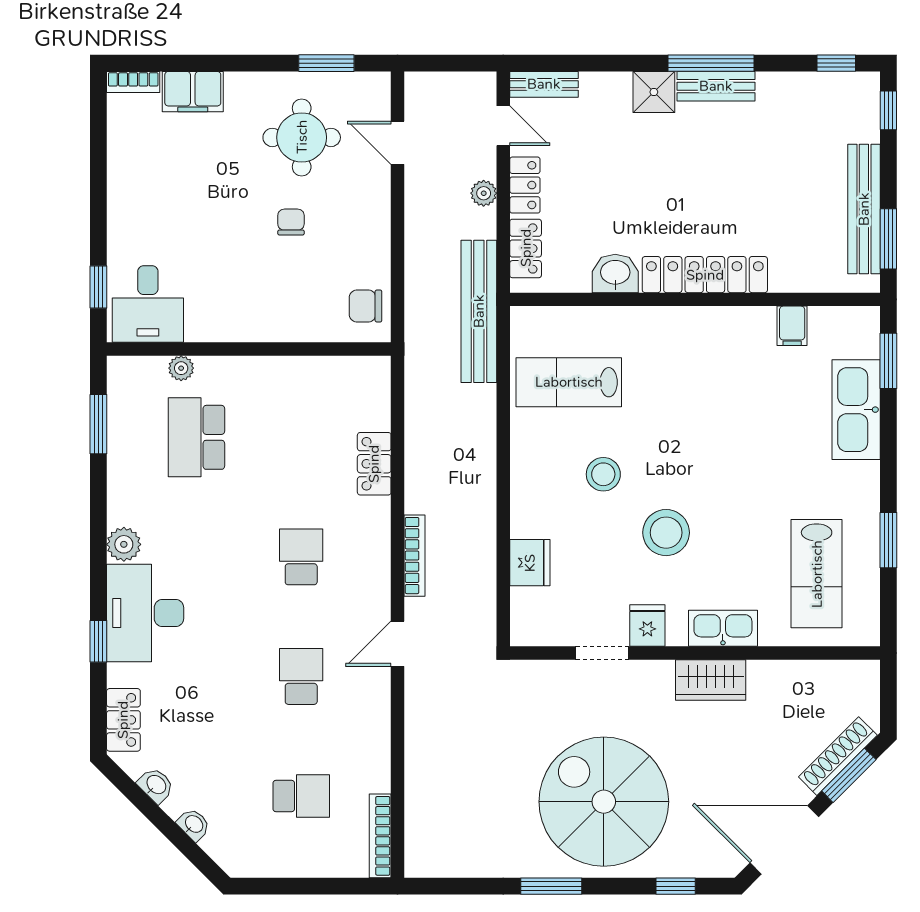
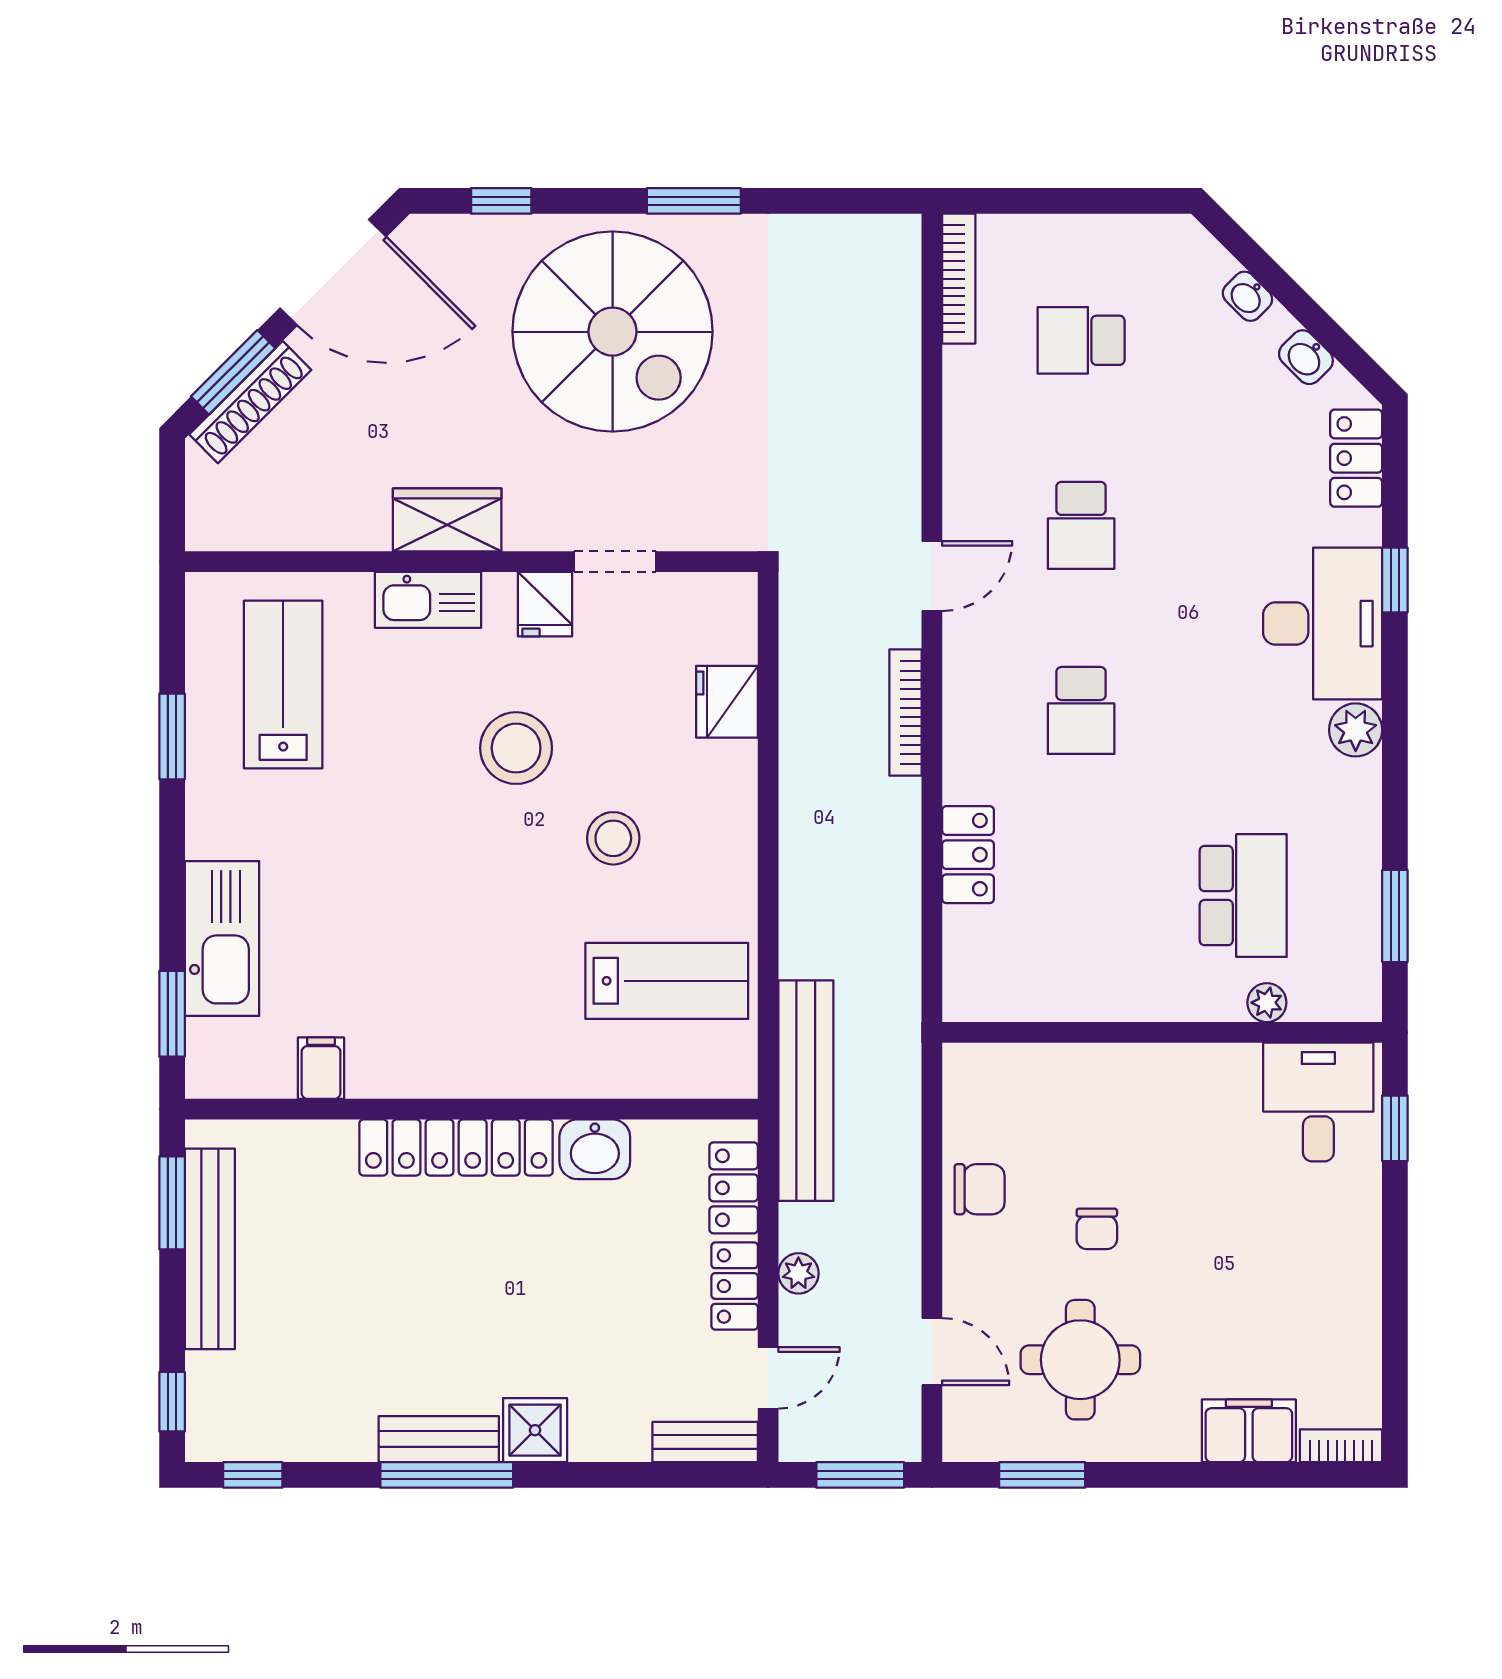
window: (444, 63) -> (860, 1475), added
door: (503, 126) -> (768, 1378), swing flipped
chair: (365, 306) -> (980, 1189), moved

